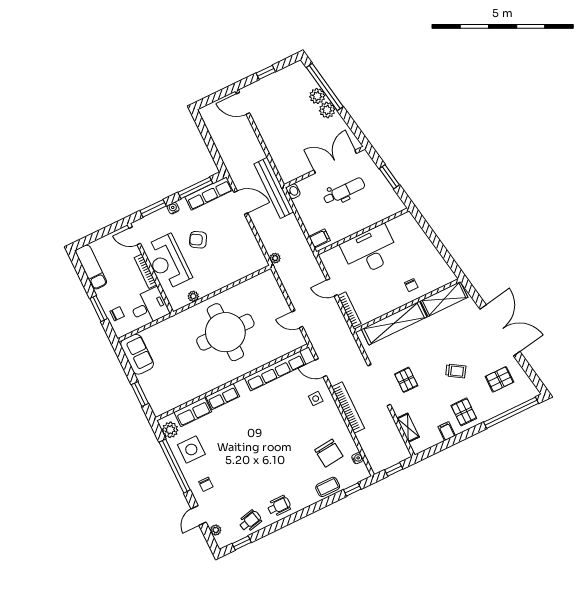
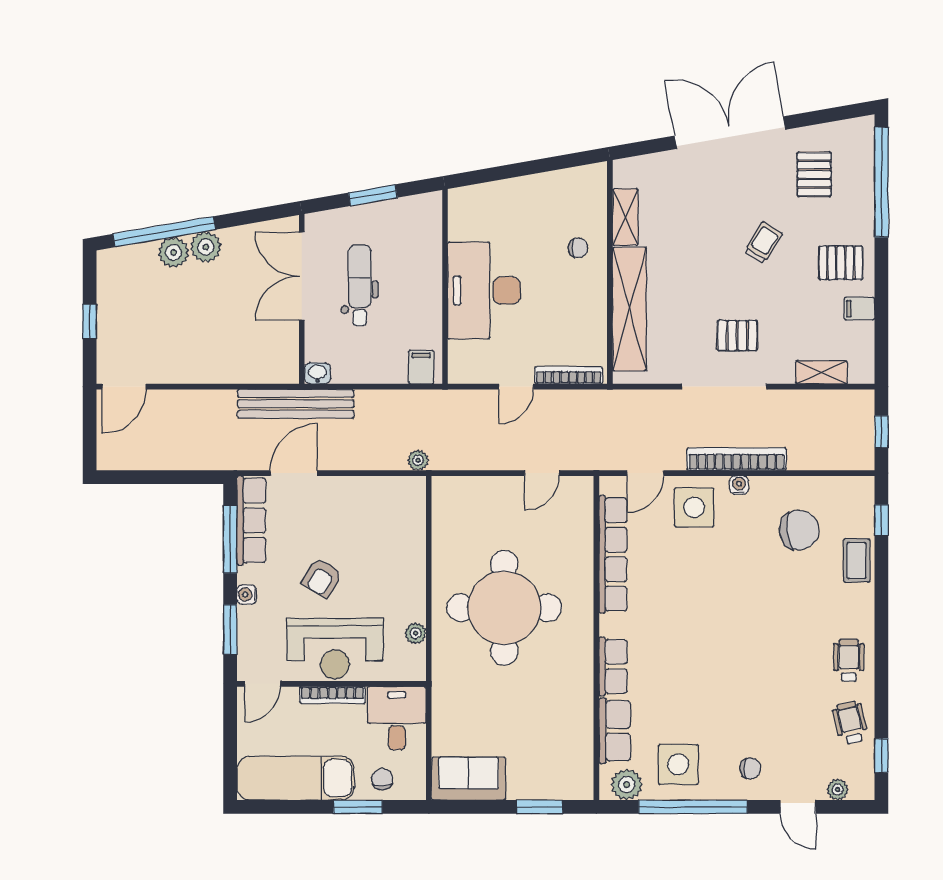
exam couch: (91, 267) -> (295, 778), width x1.36, depth x1.45
shelving: (444, 299) -> (625, 217), width x0.67, depth x0.75
side table: (316, 399) -> (694, 507), width x1.87, depth x1.87
water cooler: (357, 458) -> (739, 485), moved

